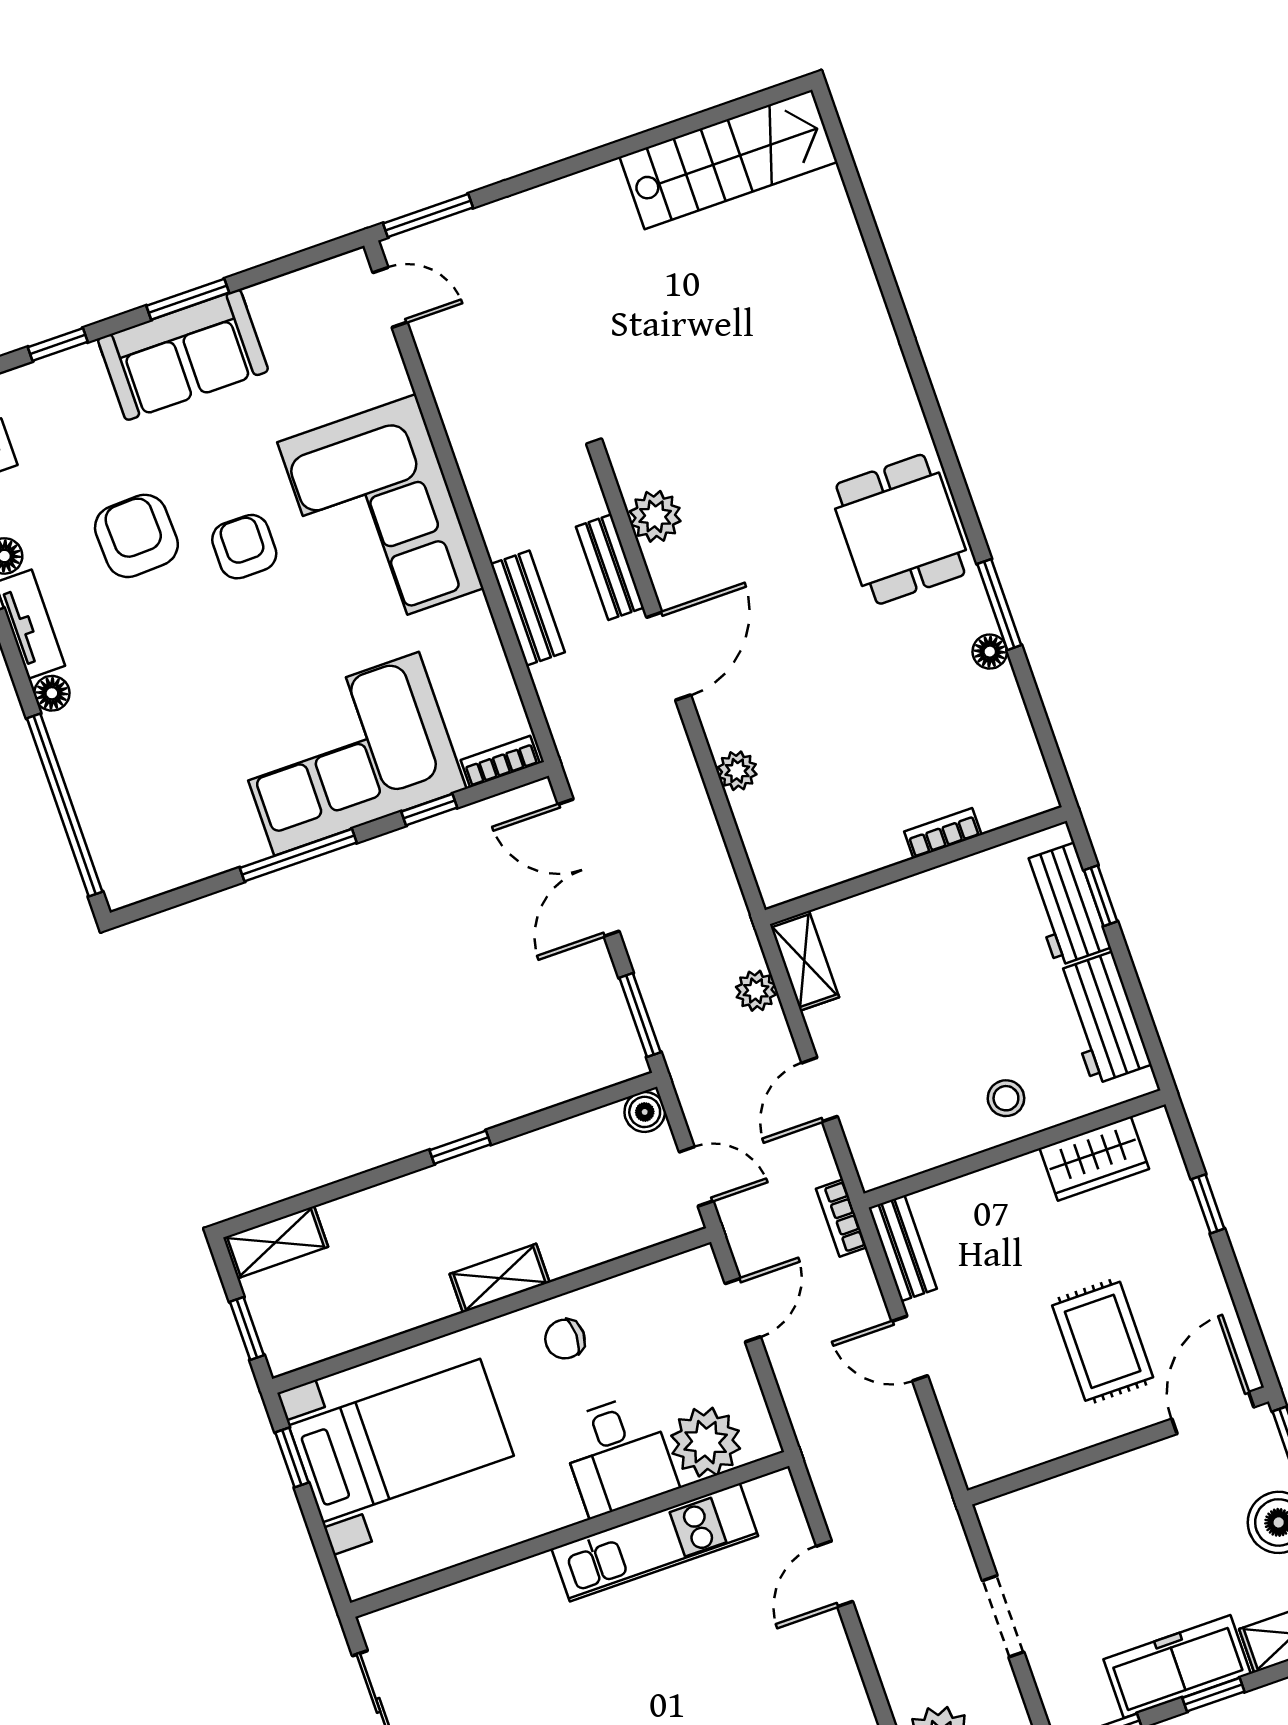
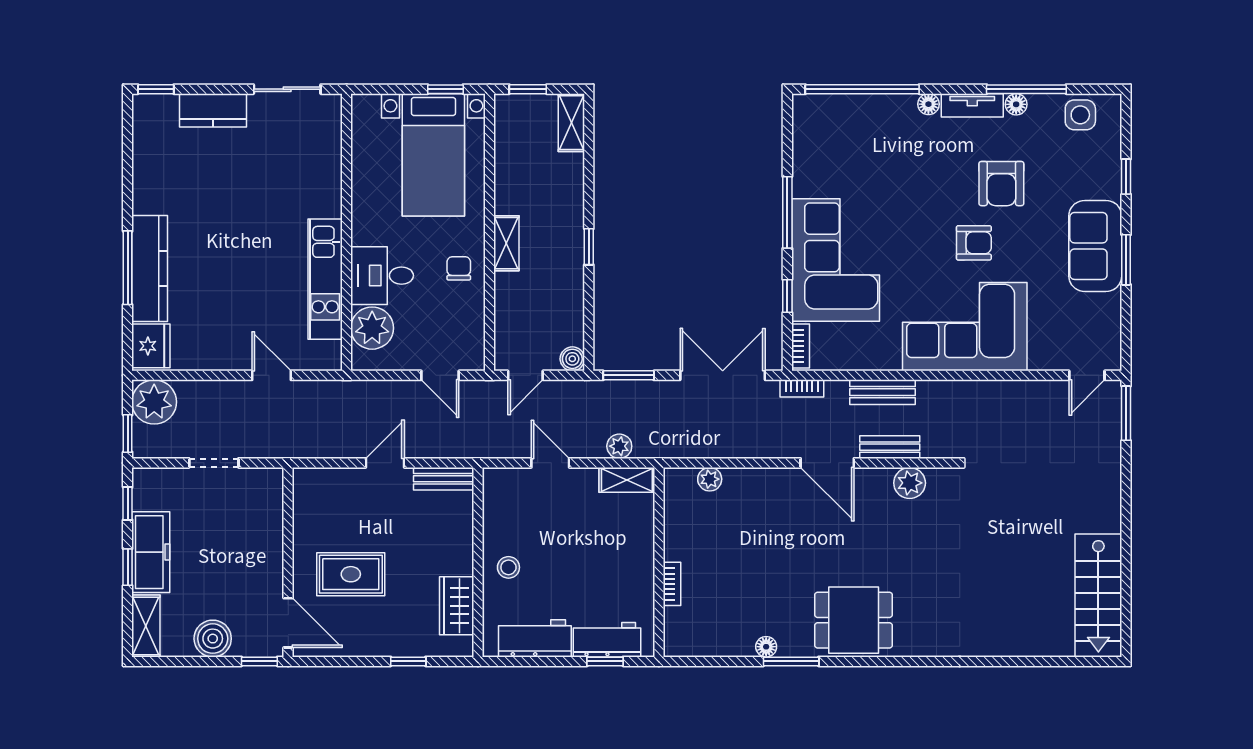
armchair: (136, 536) -> (1001, 184), turned 92
plant: (737, 771) -> (710, 479), moved
bookcase: (841, 1218) -> (802, 388), moved, turned 180

